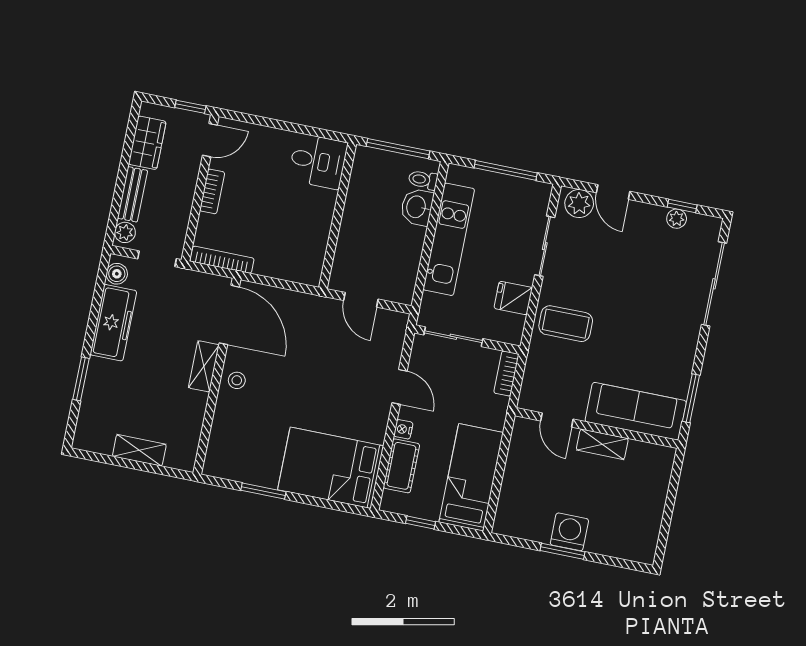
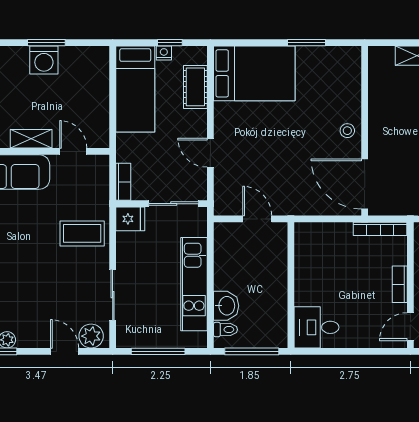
fridge: (513, 298) -> (130, 219), moved
shelving: (204, 366) -> (377, 137), removed
nightstand: (403, 429) -> (164, 53), moved, turned -90

